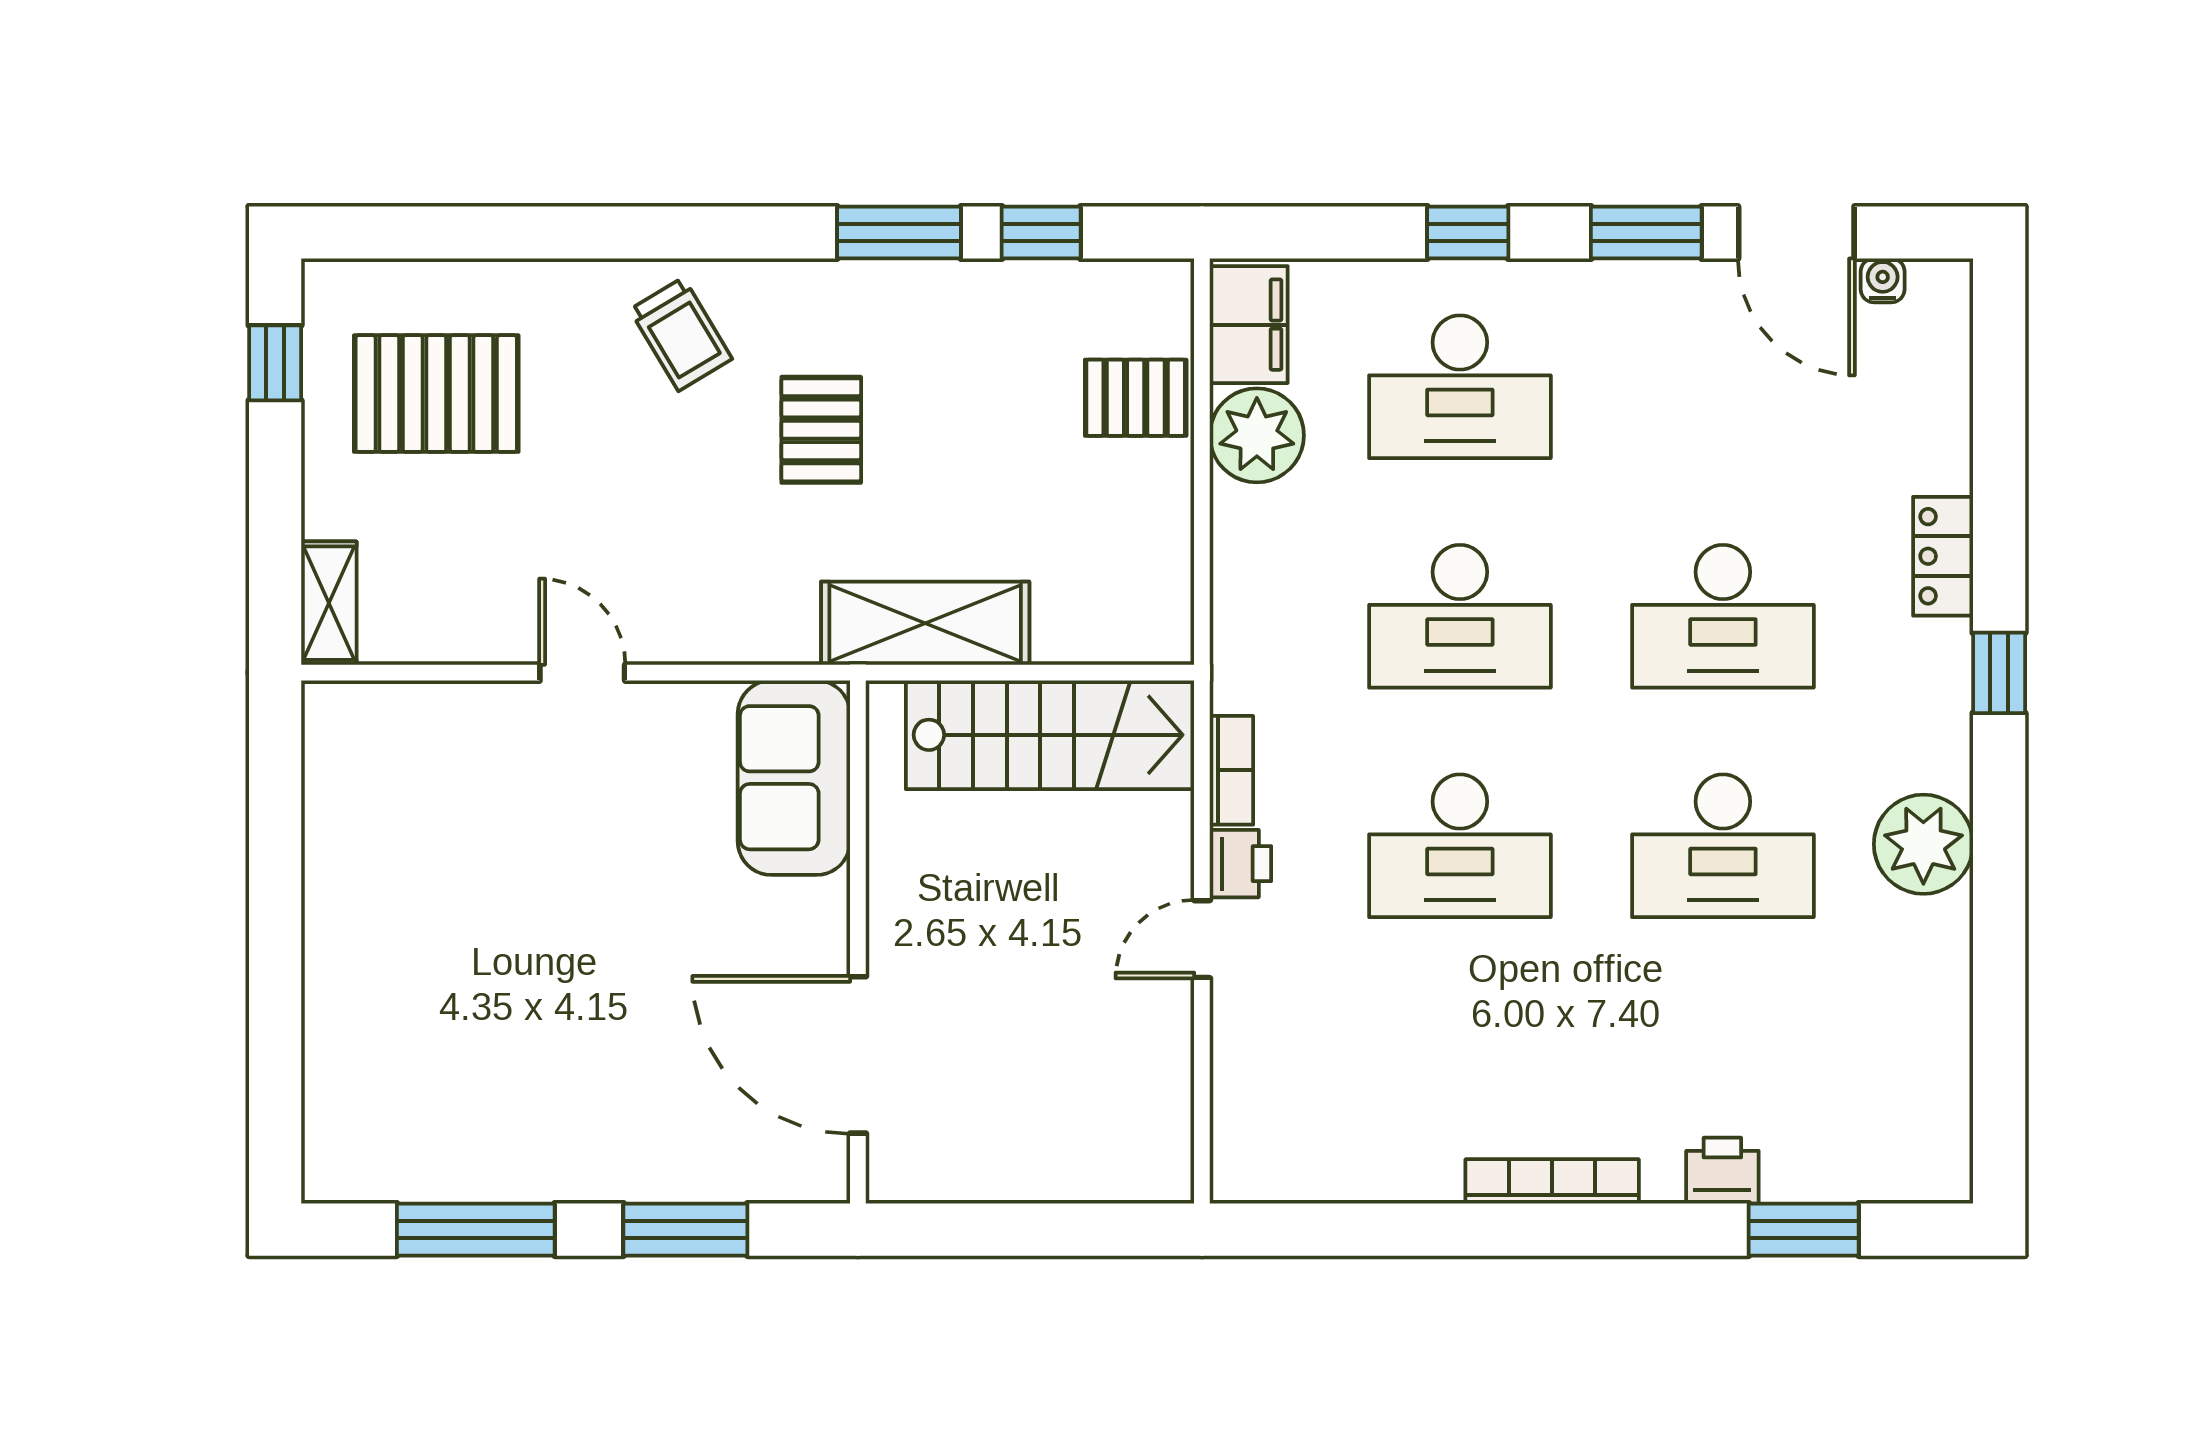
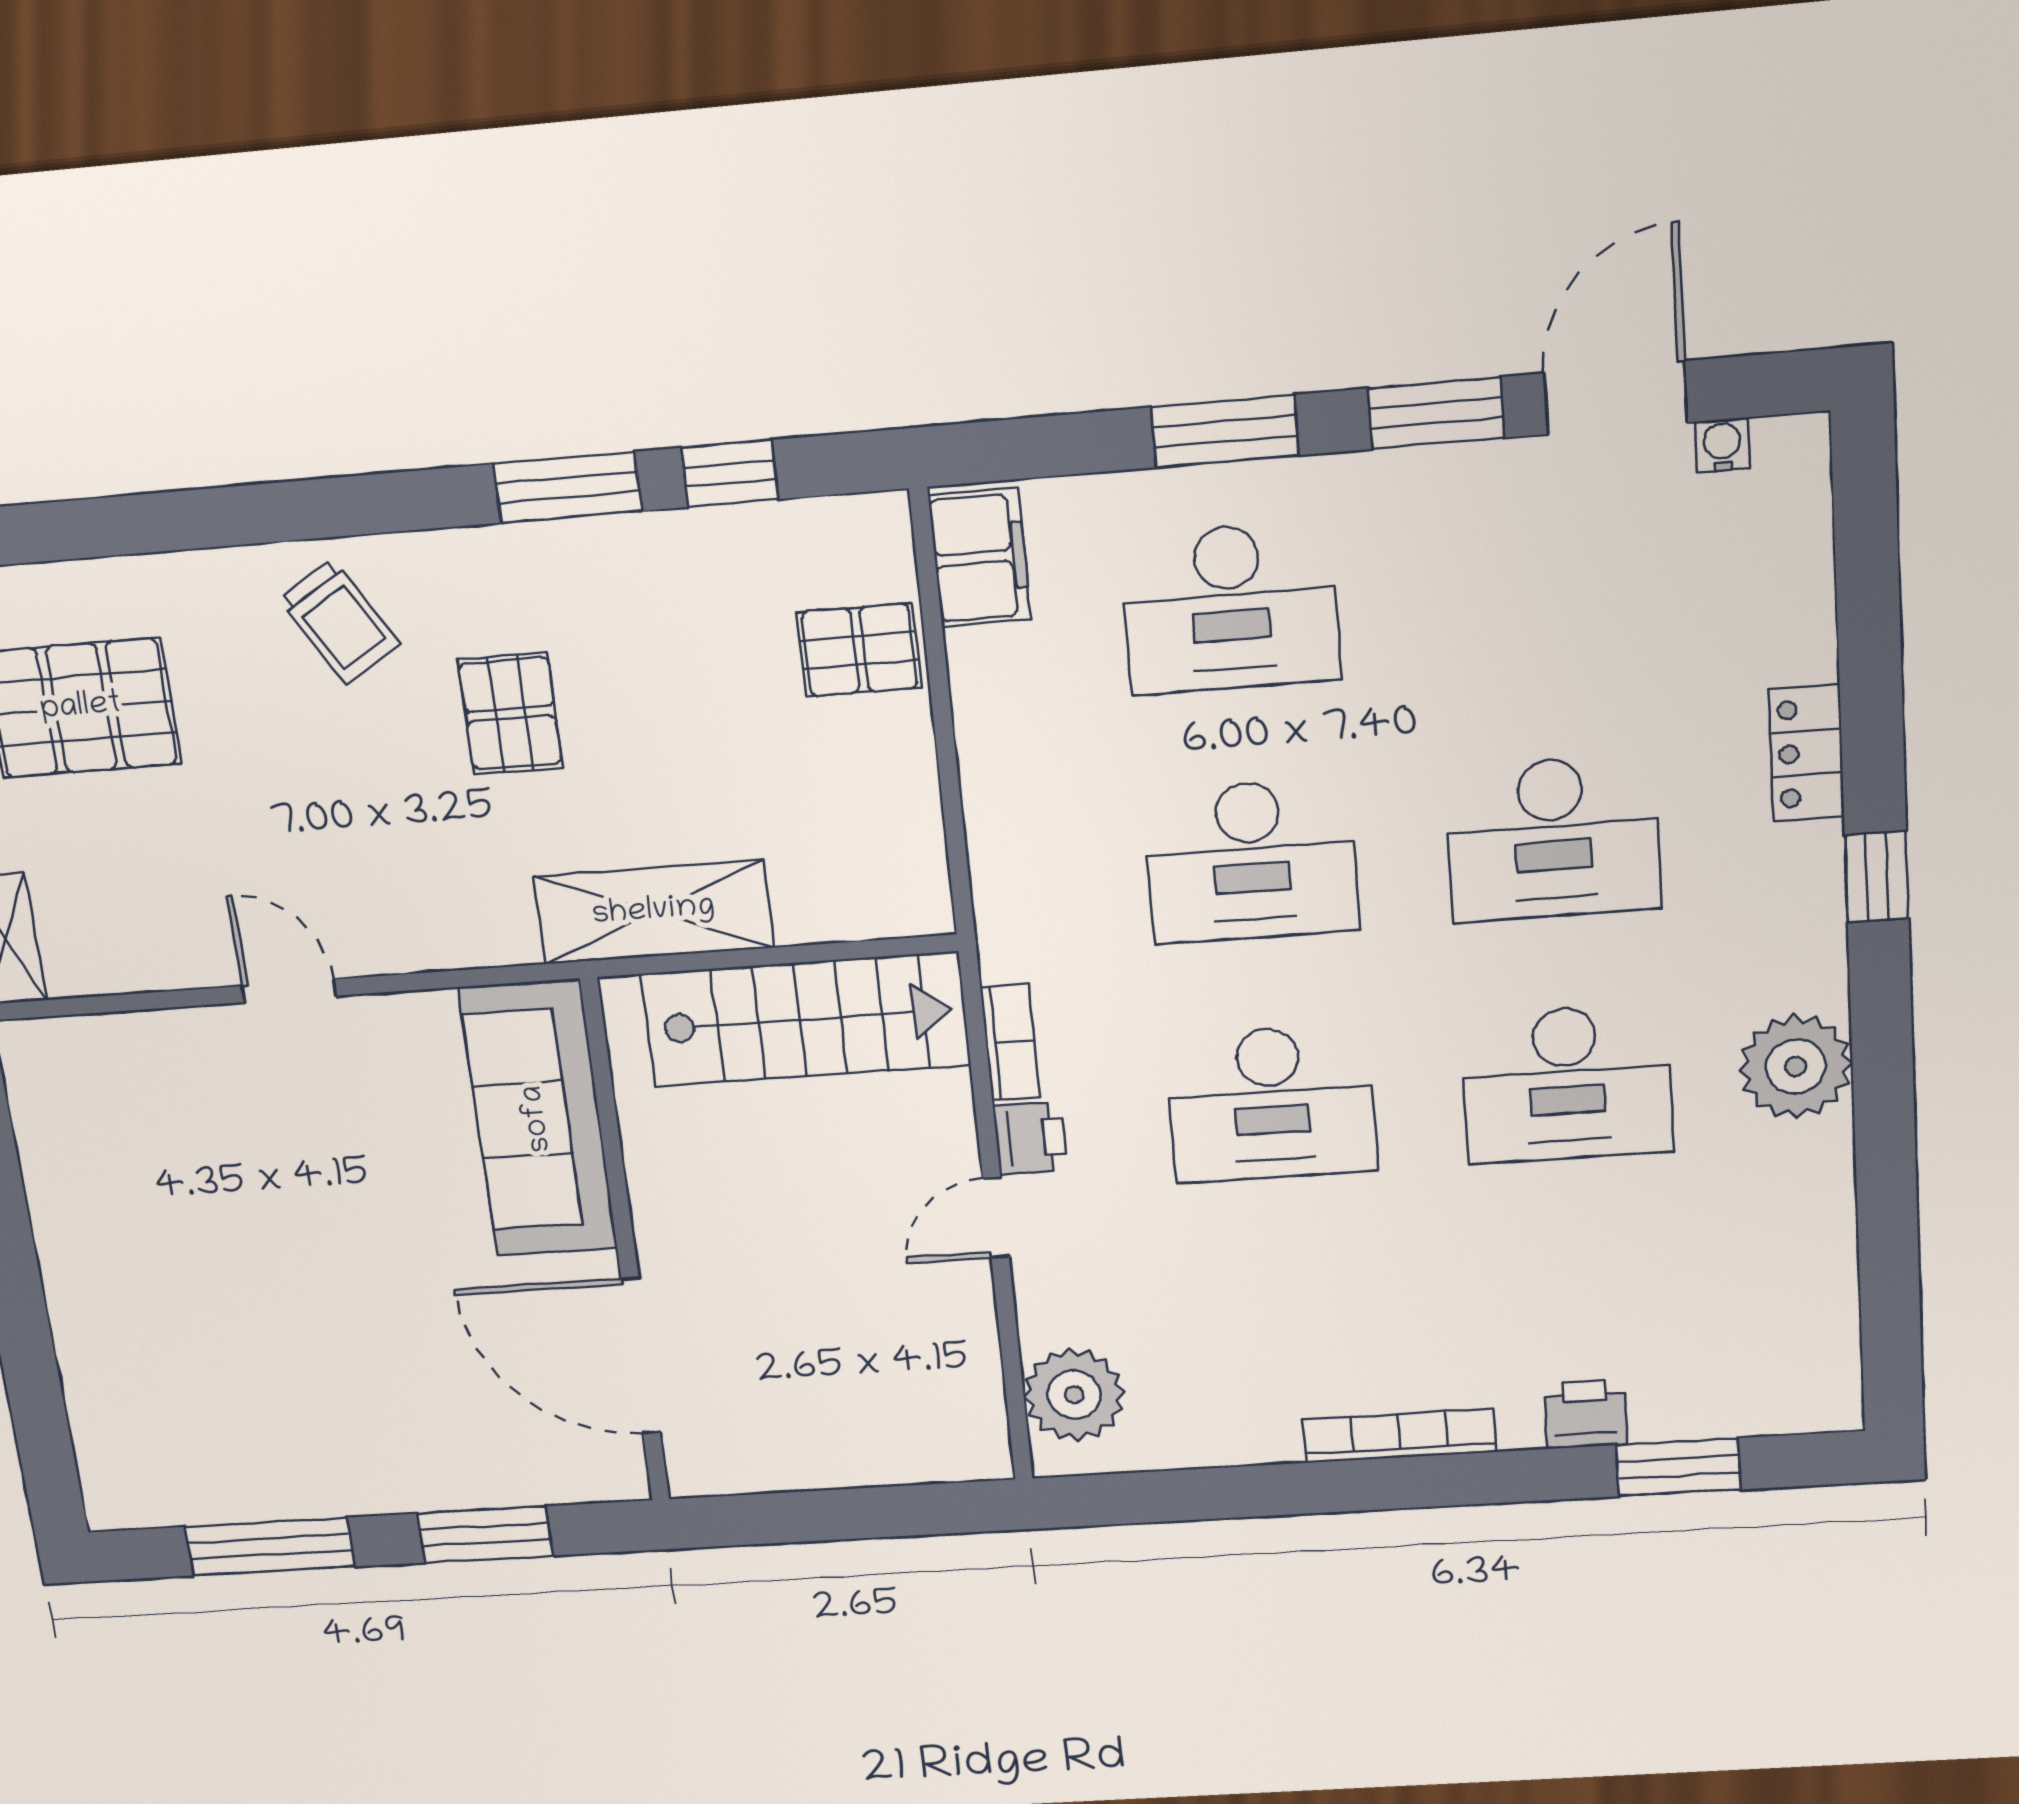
window: (1468, 233) -> (1225, 431), width x1.50
door: (1796, 233) -> (1616, 398), swing flipped
plant: (1257, 435) -> (1074, 1395), moved
sofa: (794, 778) -> (538, 1119), width x1.36

